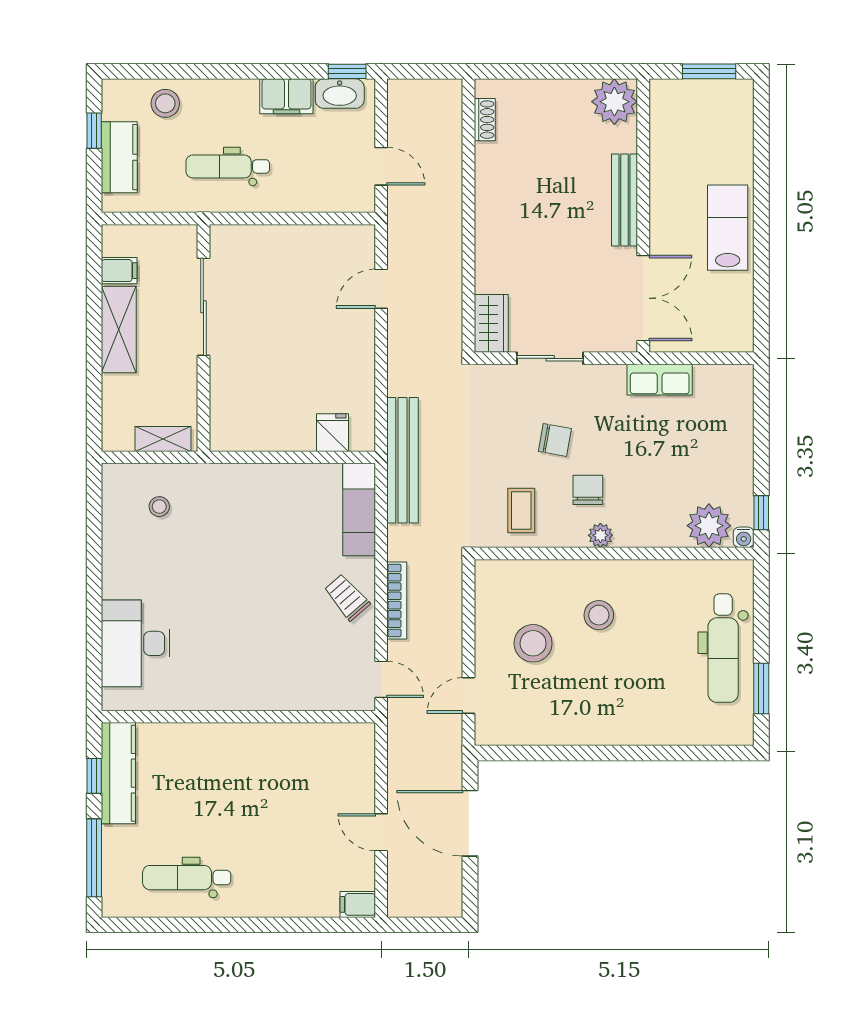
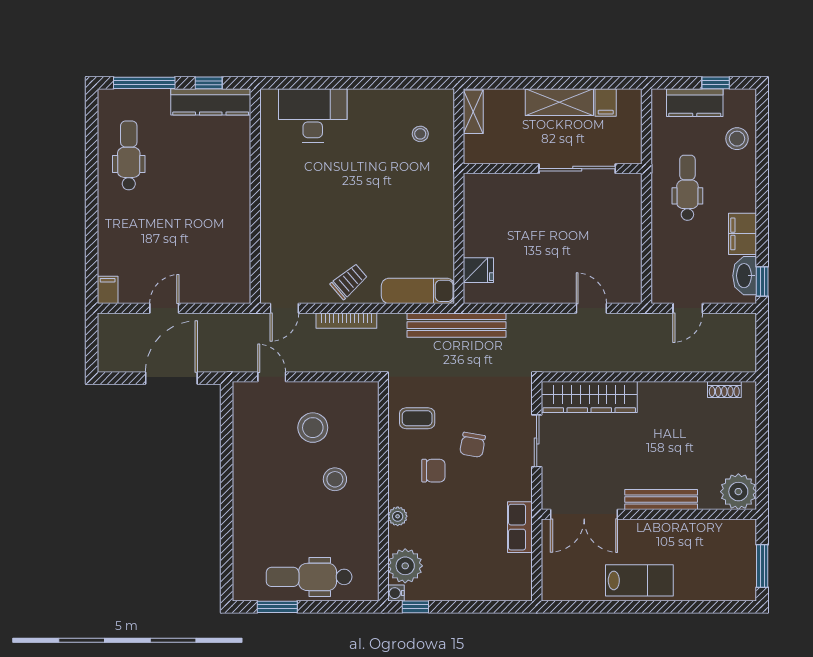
wardrobe: (491, 323) -> (589, 397), width x2.10, depth x1.17
shelving: (163, 439) -> (473, 112), moved
plant: (600, 535) -> (398, 516), moved

